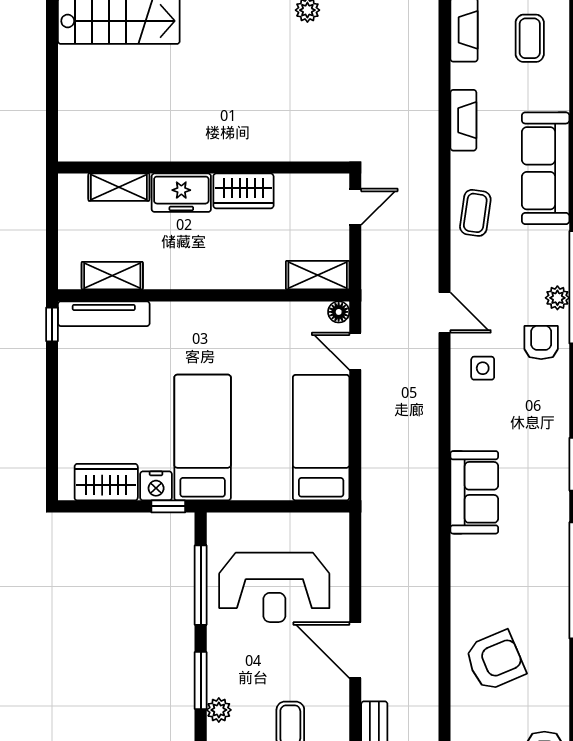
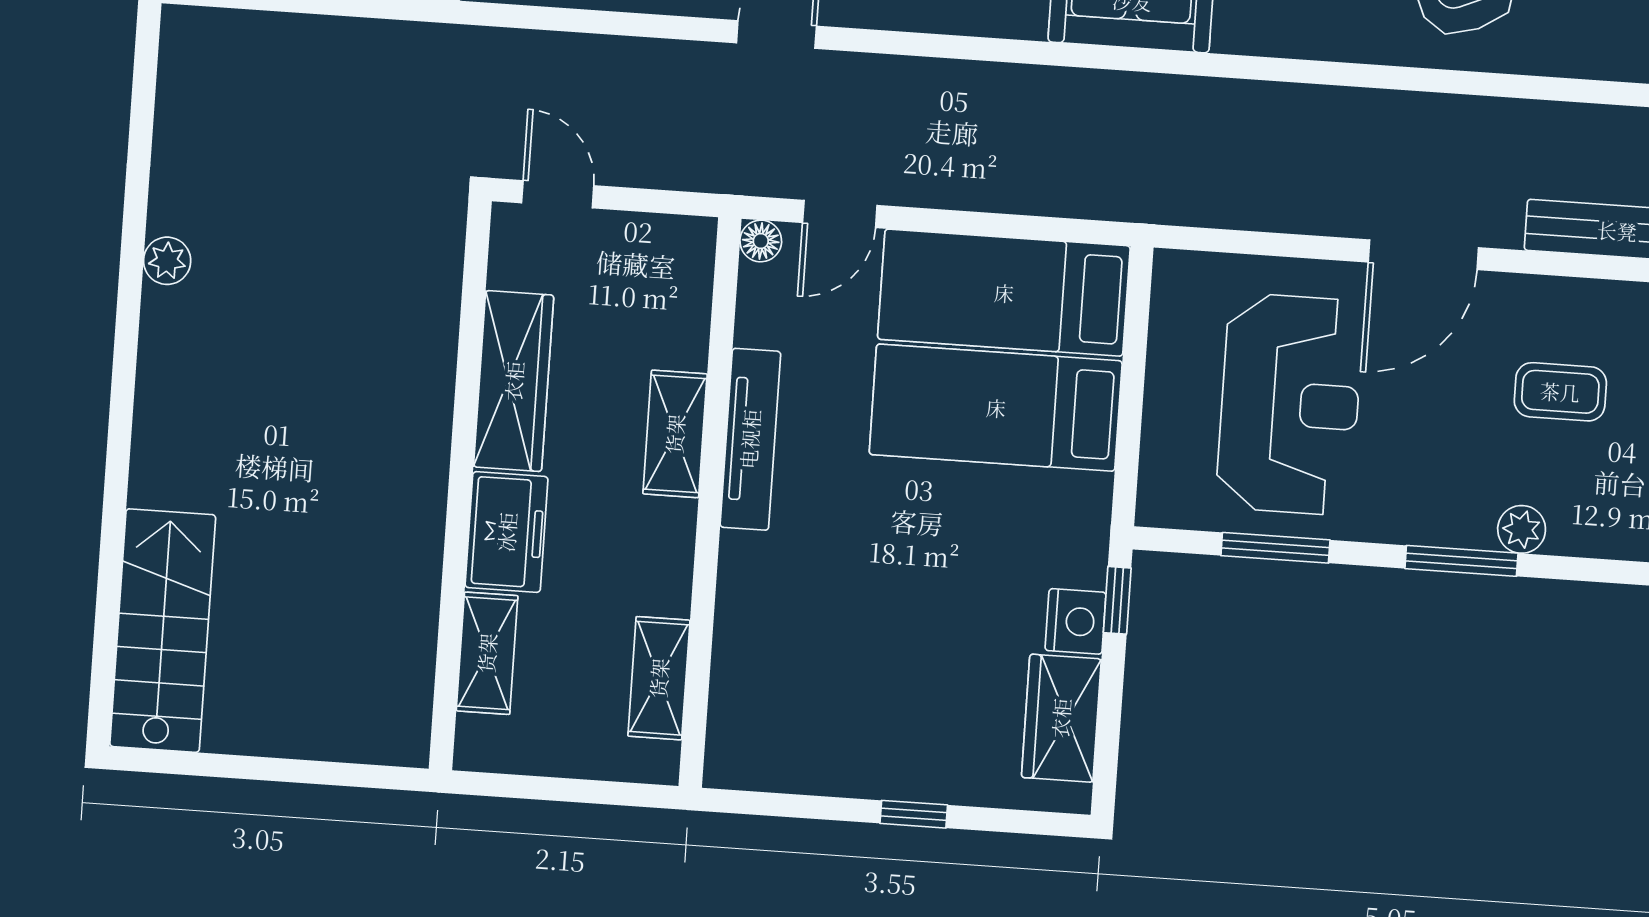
wardrobe: (243, 191) -> (514, 381), width x1.50
shelving: (318, 275) -> (675, 434), moved
tv unit: (104, 314) -> (750, 439), moved
window: (52, 324) -> (914, 814), moved
bed: (203, 438) -> (996, 408), moved
window: (201, 585) -> (1275, 548), width x0.69

